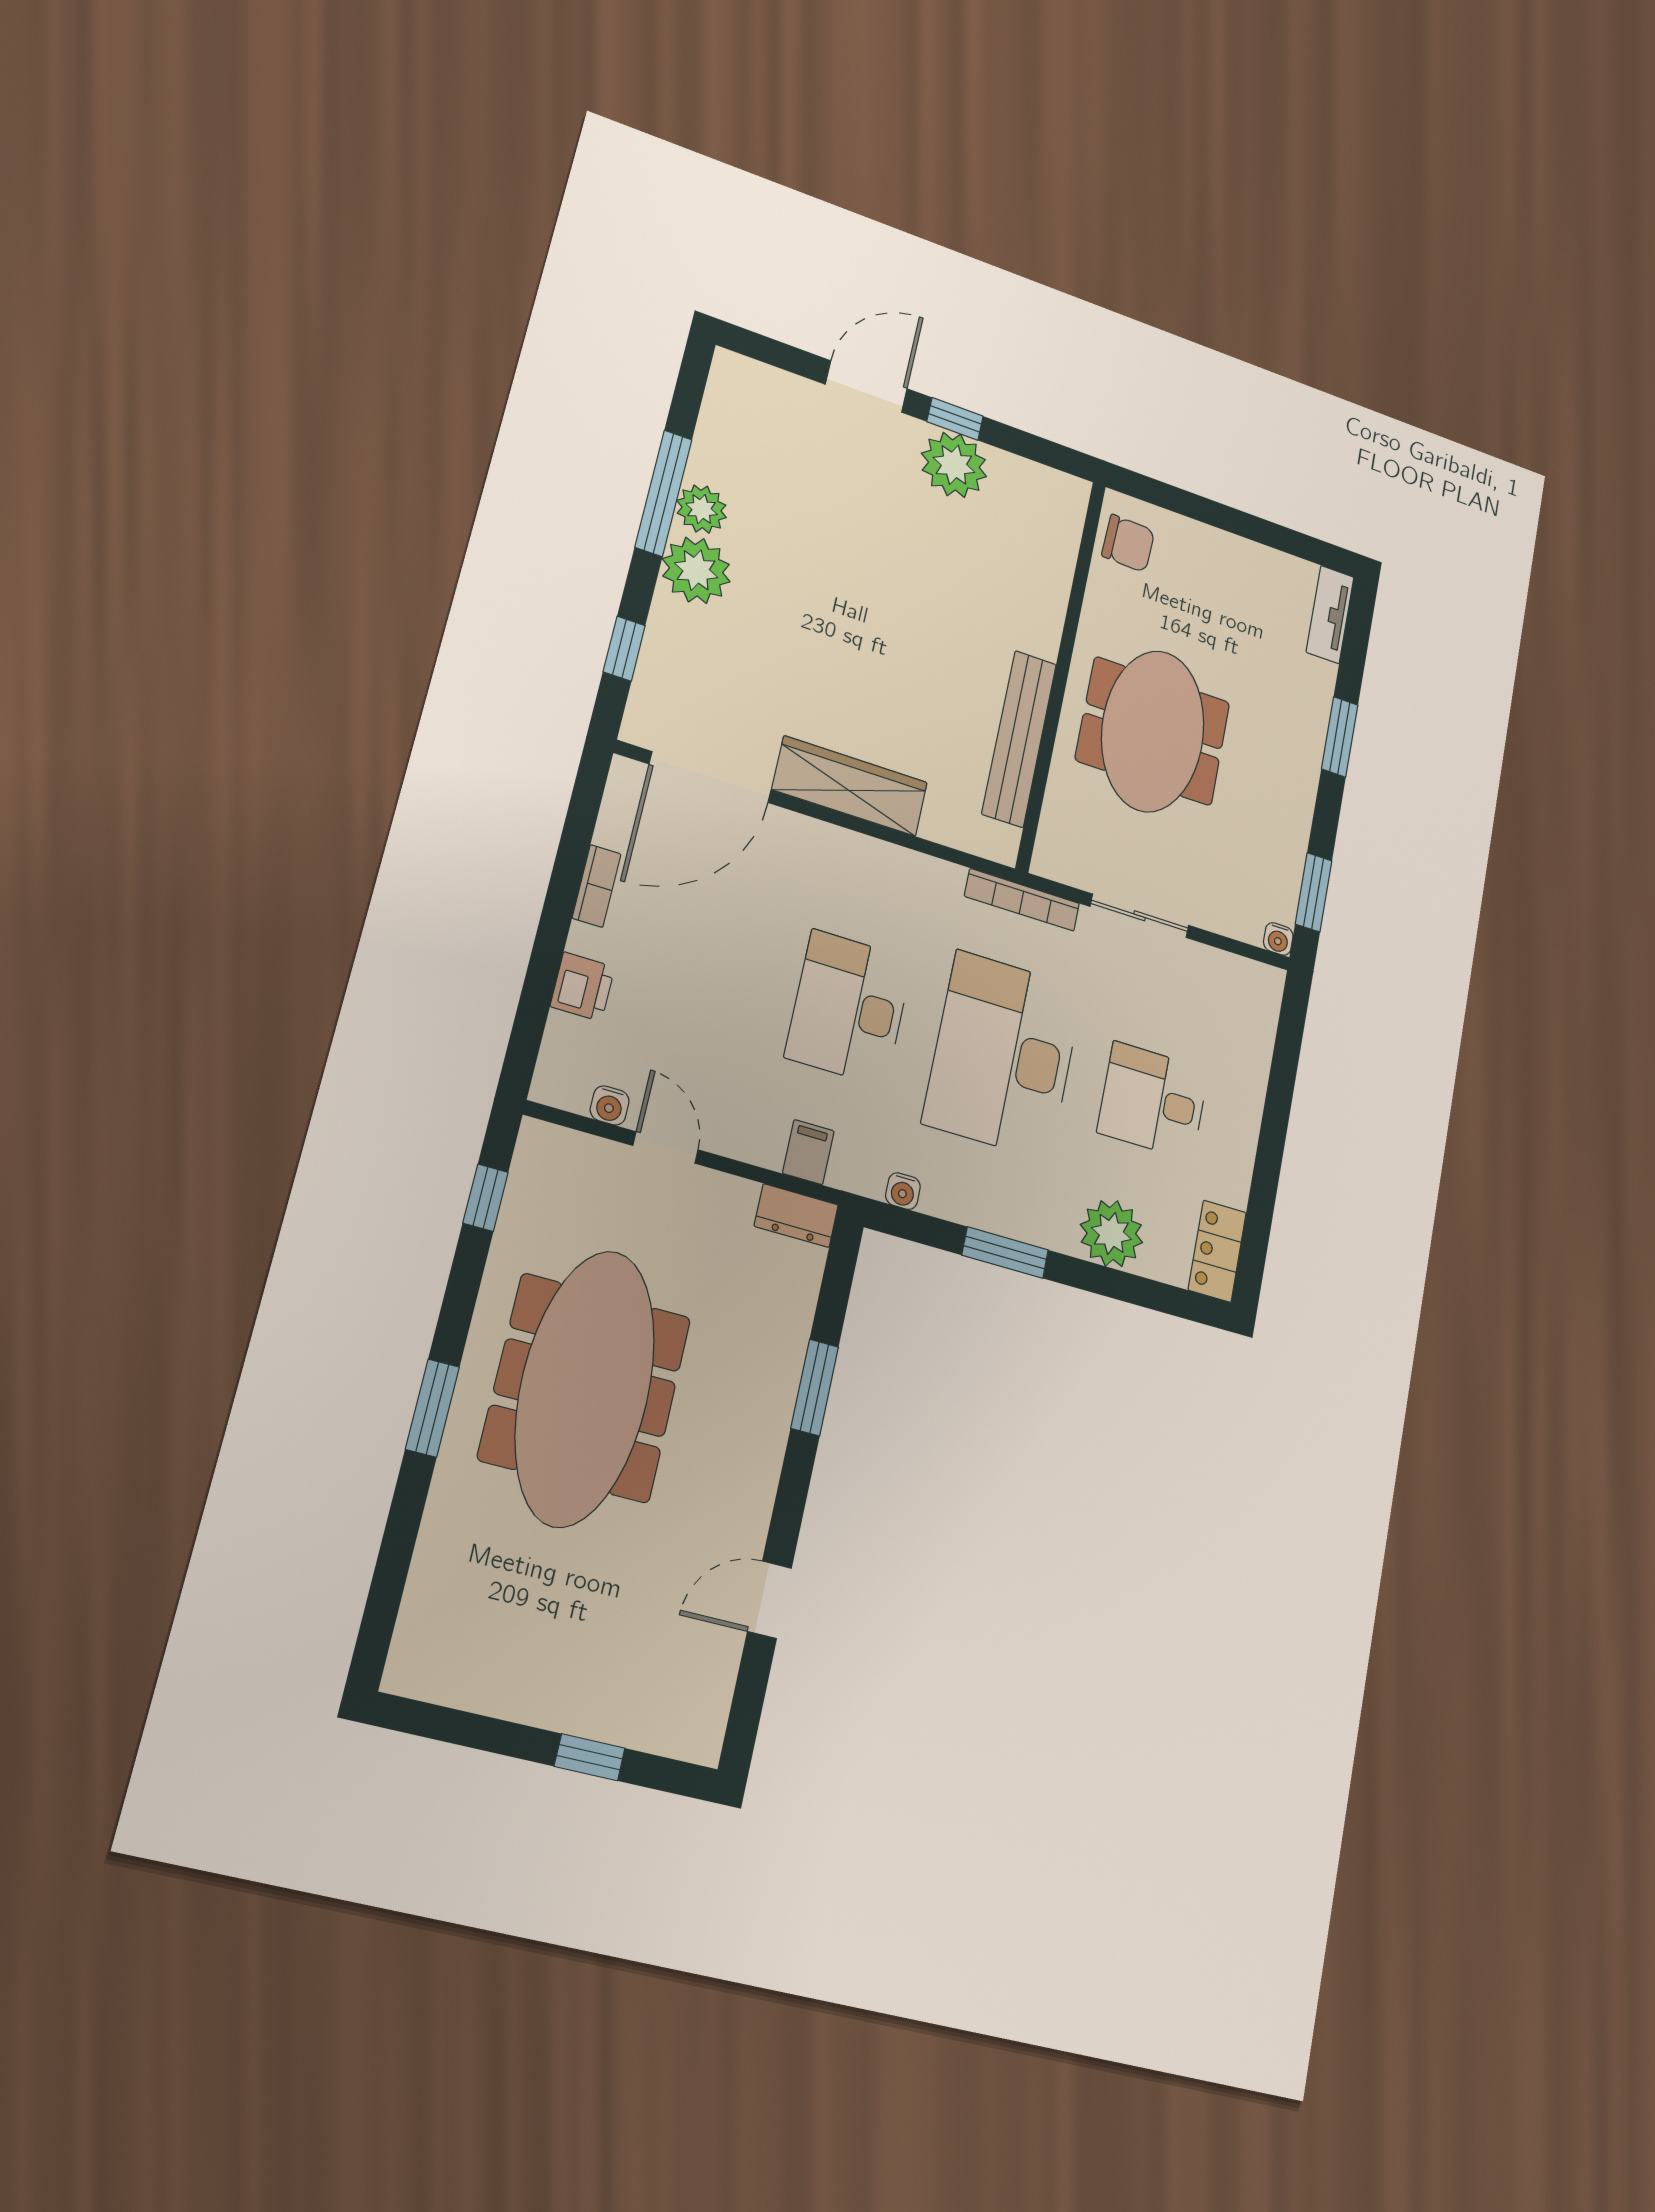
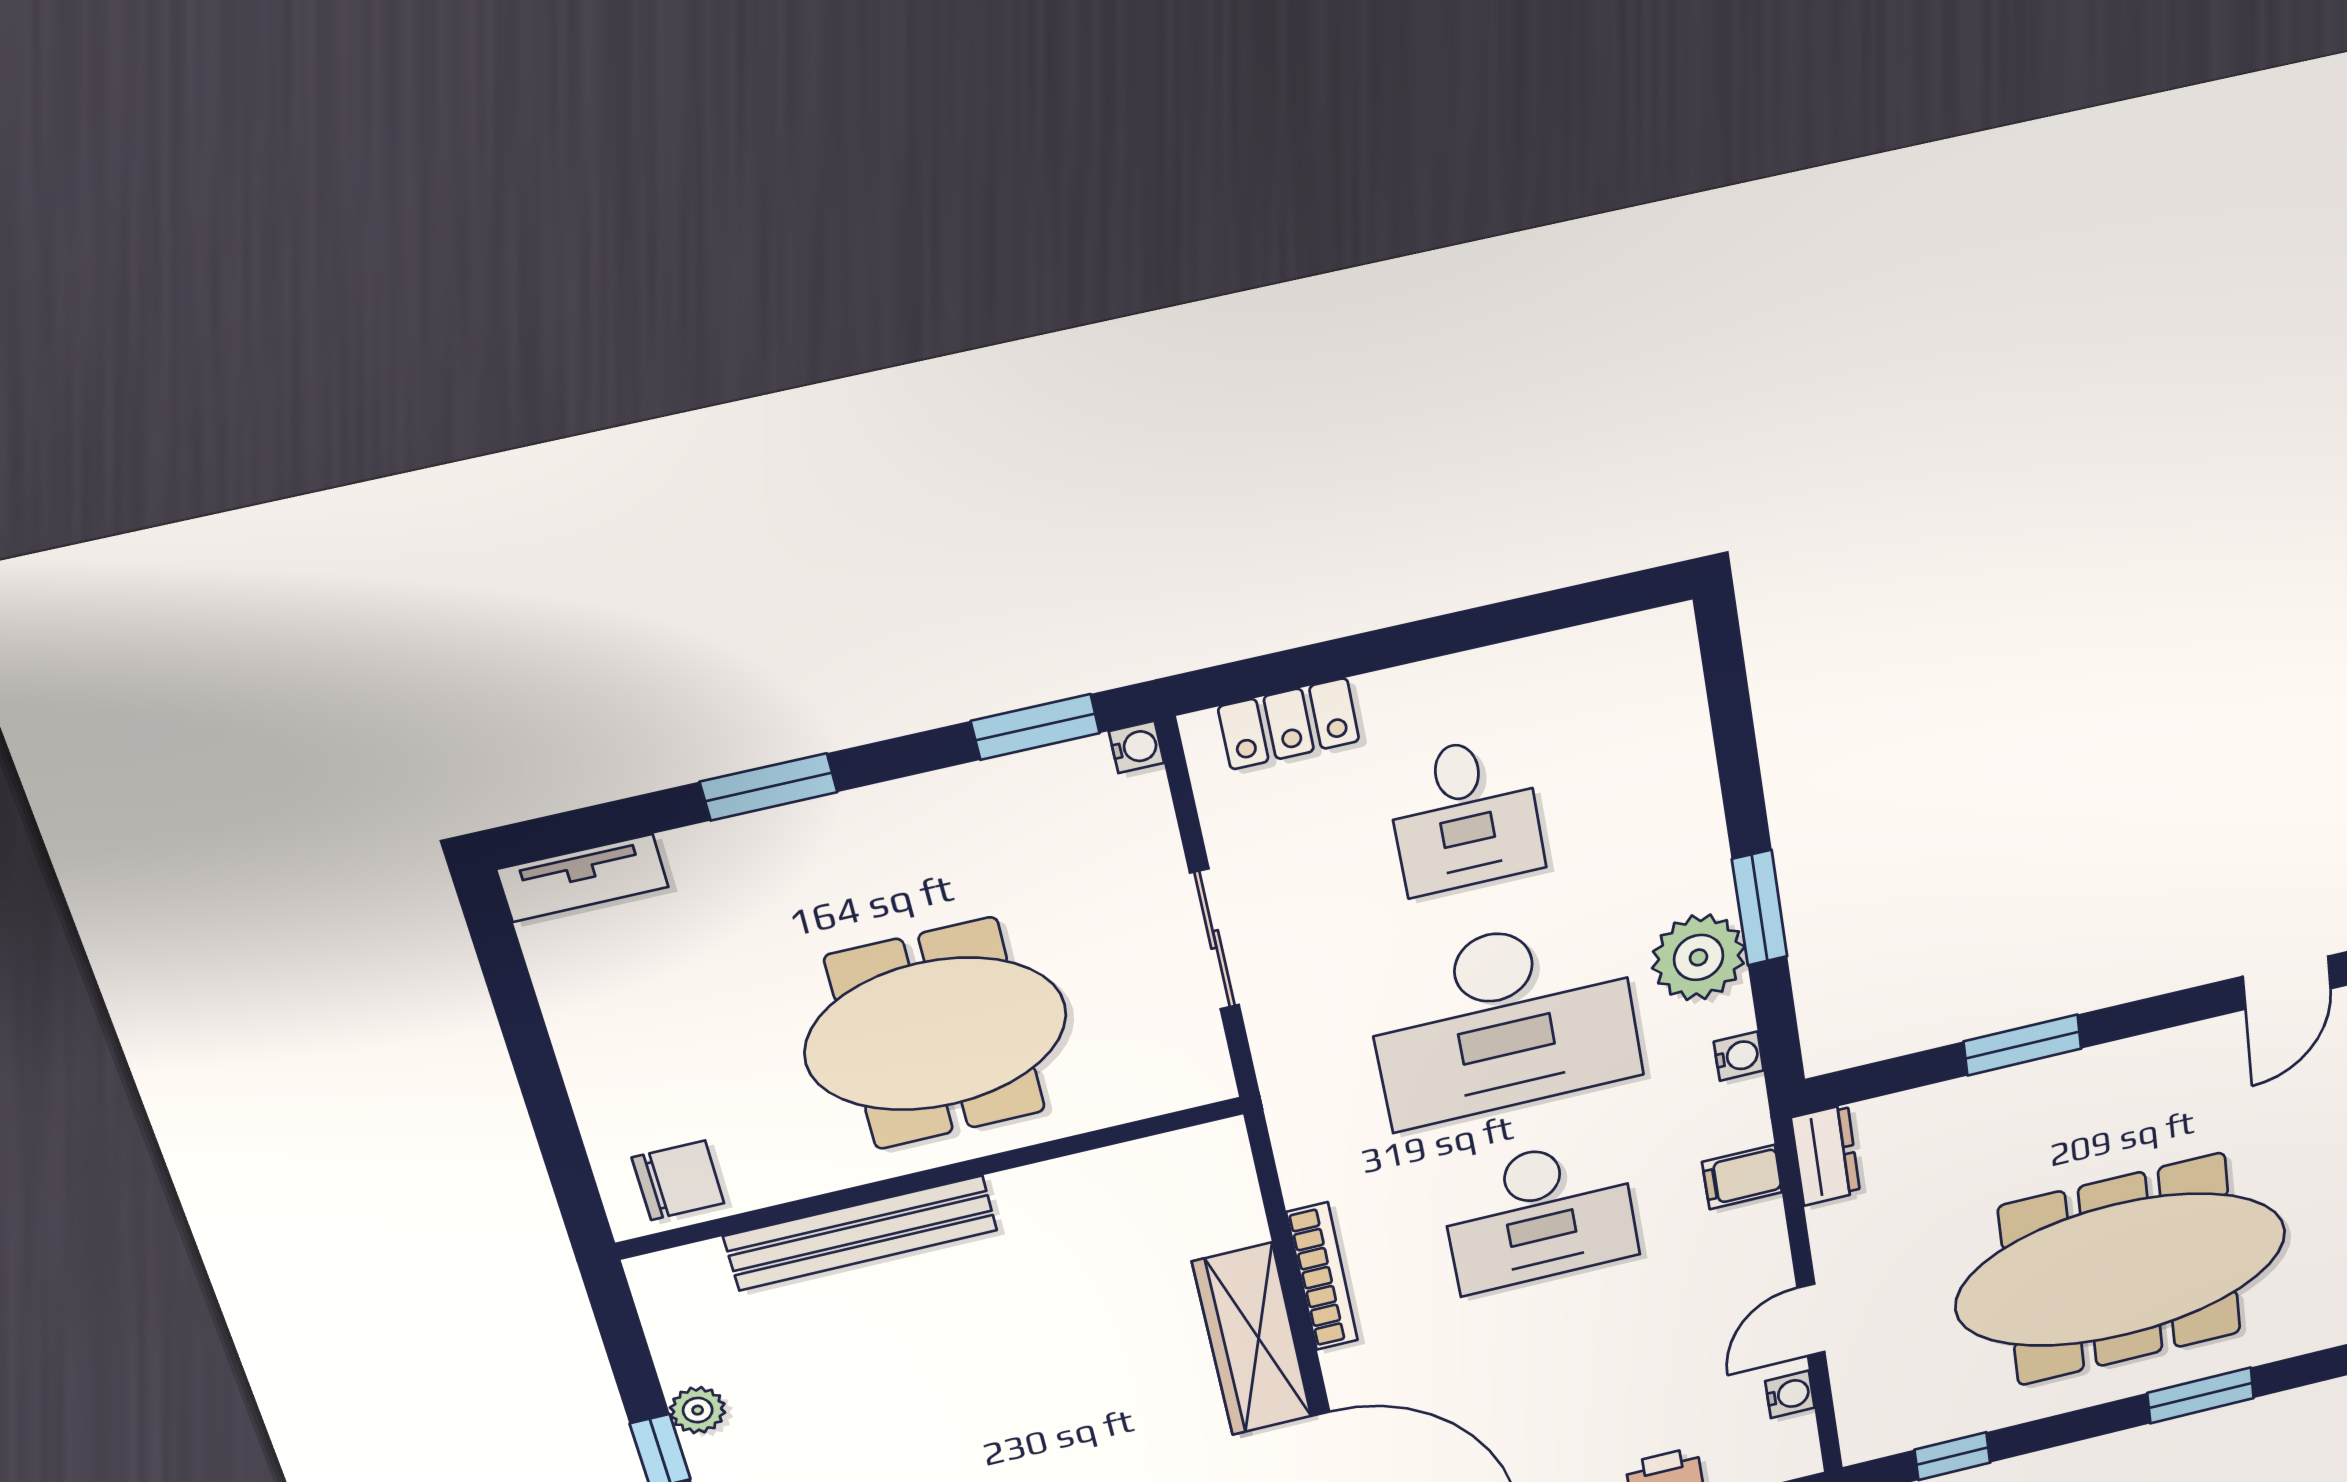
plant: (954, 465) -> (698, 1410), width x0.53, depth x0.53
chair: (1128, 543) -> (678, 1180), turned 88
bench: (1019, 739) -> (861, 1233), moved
bookcase: (1022, 900) -> (1322, 1277), moved
plant: (1111, 1233) -> (1699, 957), moved
locker: (1217, 1251) -> (1289, 724), moved
door: (769, 1600) -> (2287, 983), hinge flipped

